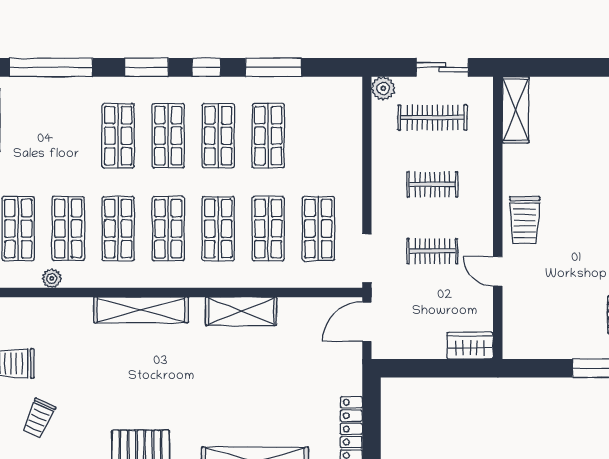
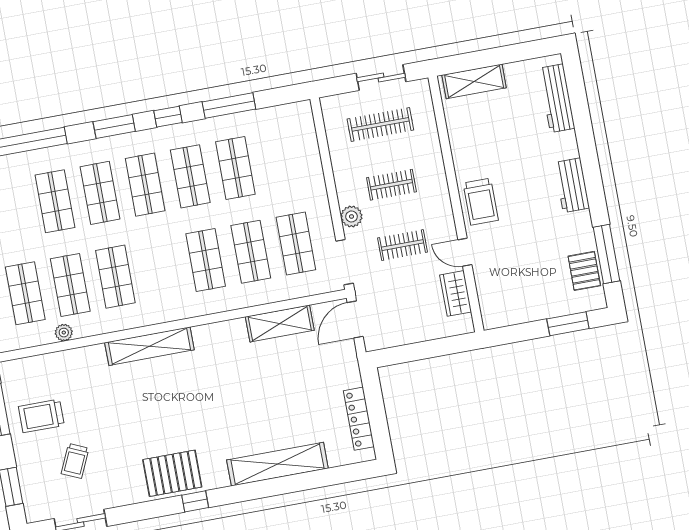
plant: (383, 88) -> (351, 216), moved
shelving: (516, 110) -> (474, 81), moved, turned 90
shop shelf: (168, 229) -> (55, 201), moved
shelving: (241, 311) -> (280, 324), moved
wardrobe: (470, 346) -> (456, 293), moved, turned -90

